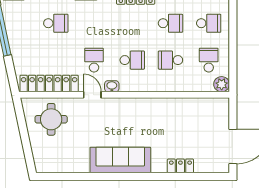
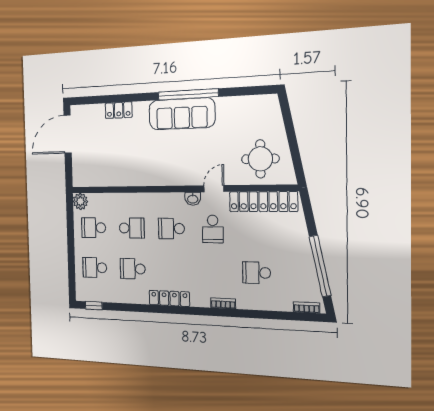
school desk: (209, 60) -> (94, 228), turned 90
door: (92, 95) -> (214, 189), swing flipped
window: (114, 176) -> (188, 94), added

